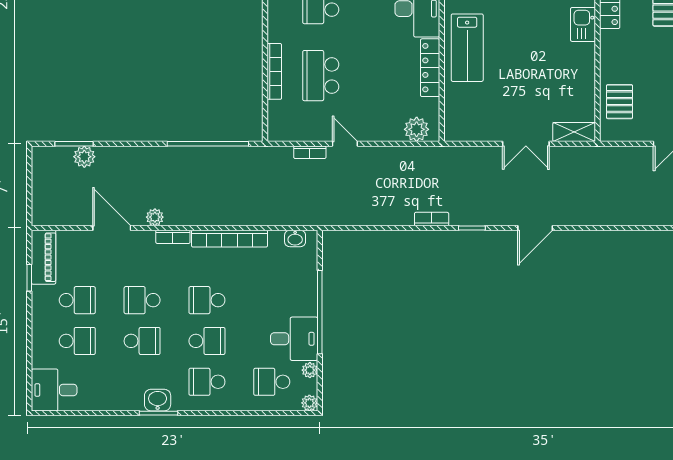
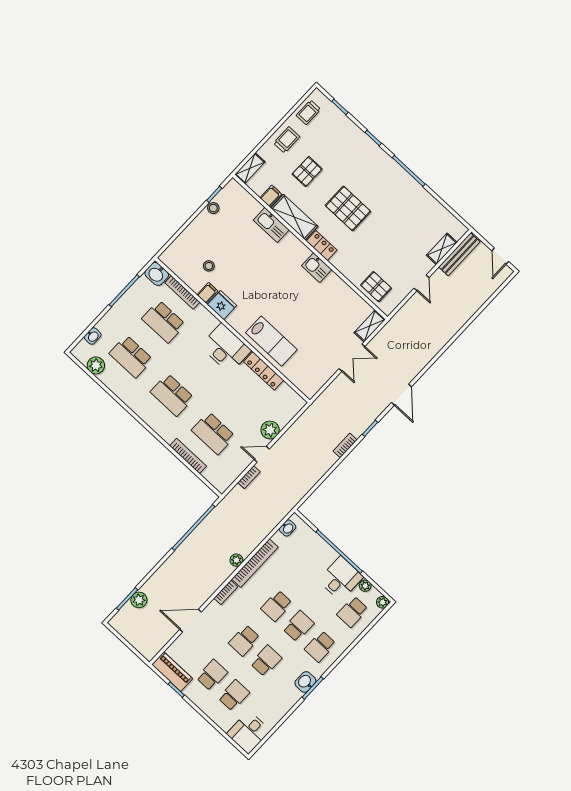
plant: (417, 129) -> (270, 430), moved
plant: (155, 217) -> (236, 560), moved

